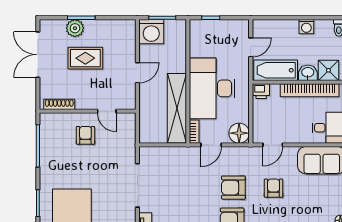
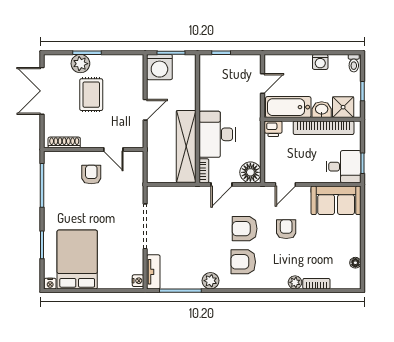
rug: (85, 58) -> (91, 95), turned 90
desk: (212, 88) -> (217, 134), width x0.73, depth x0.77

